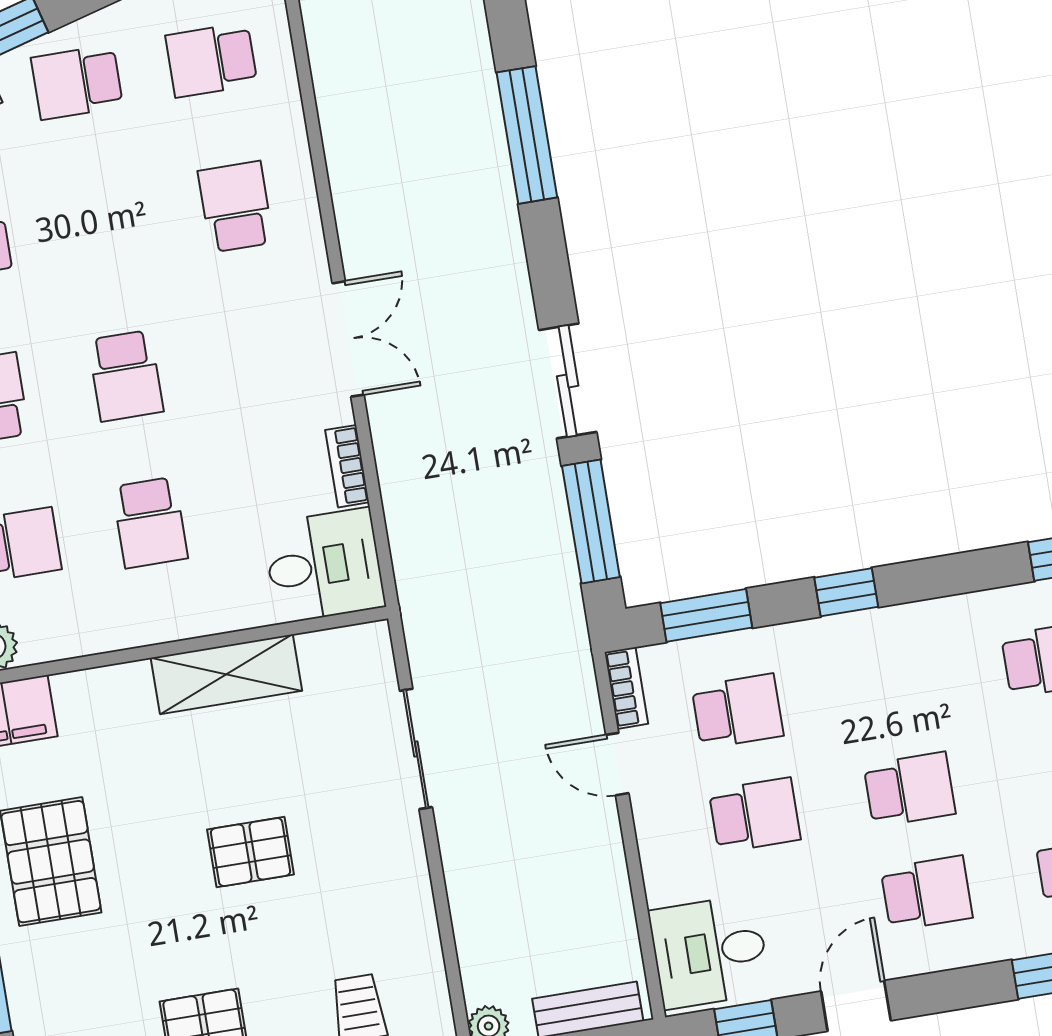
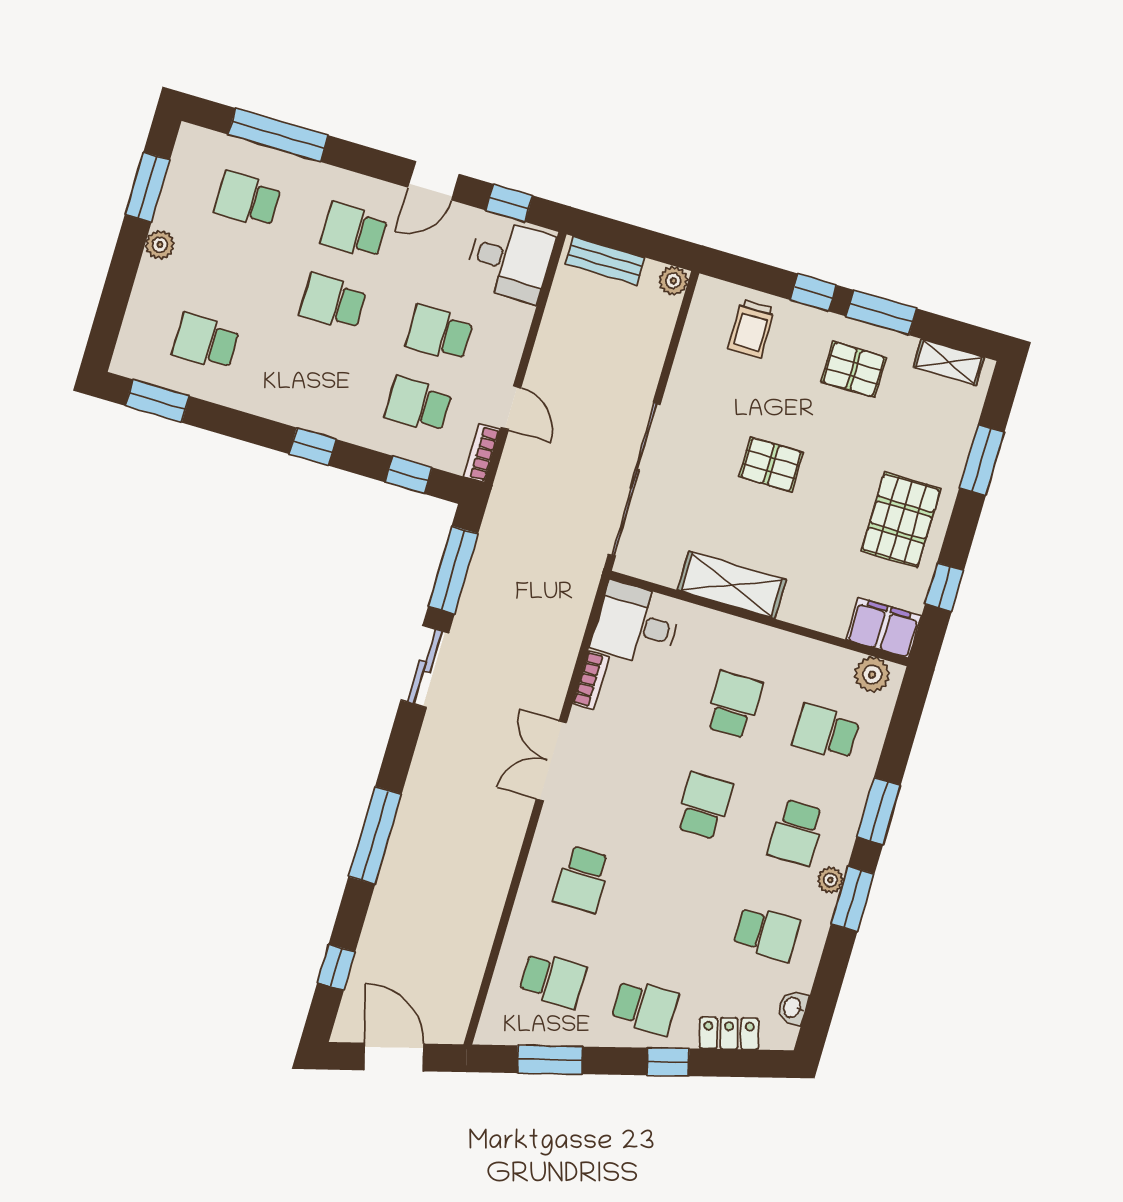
window: (706, 615) -> (409, 475), width x0.67
sliding door: (416, 749) -> (634, 479), width x1.86

